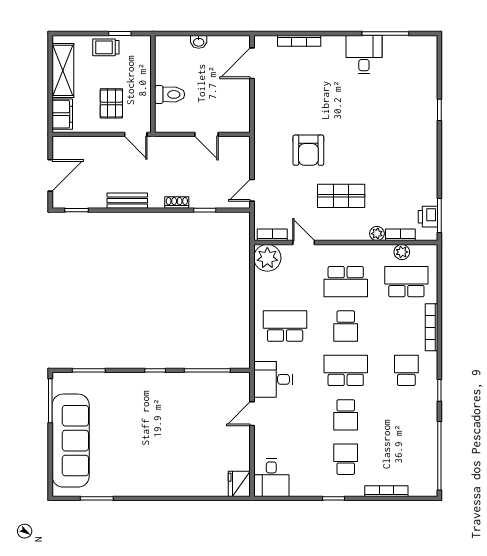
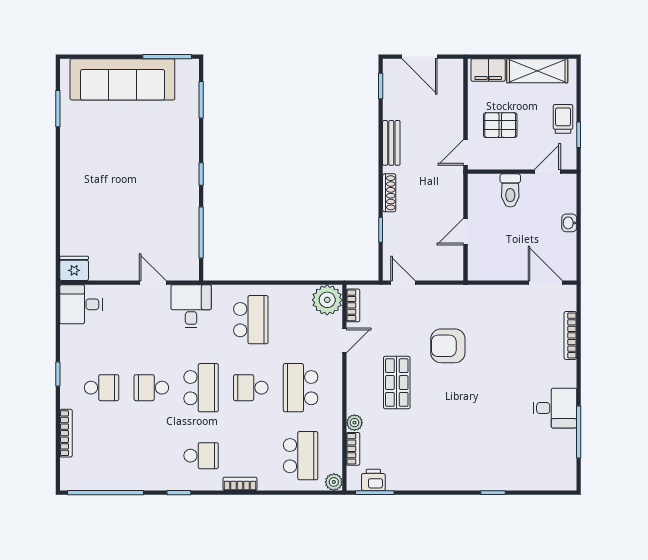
door: (153, 61) -> (547, 172), added
shoe rack: (177, 203) -> (389, 193), width x1.43
plant: (402, 252) -> (334, 482), moved
bookcase: (432, 327) -> (240, 484), width x0.64

